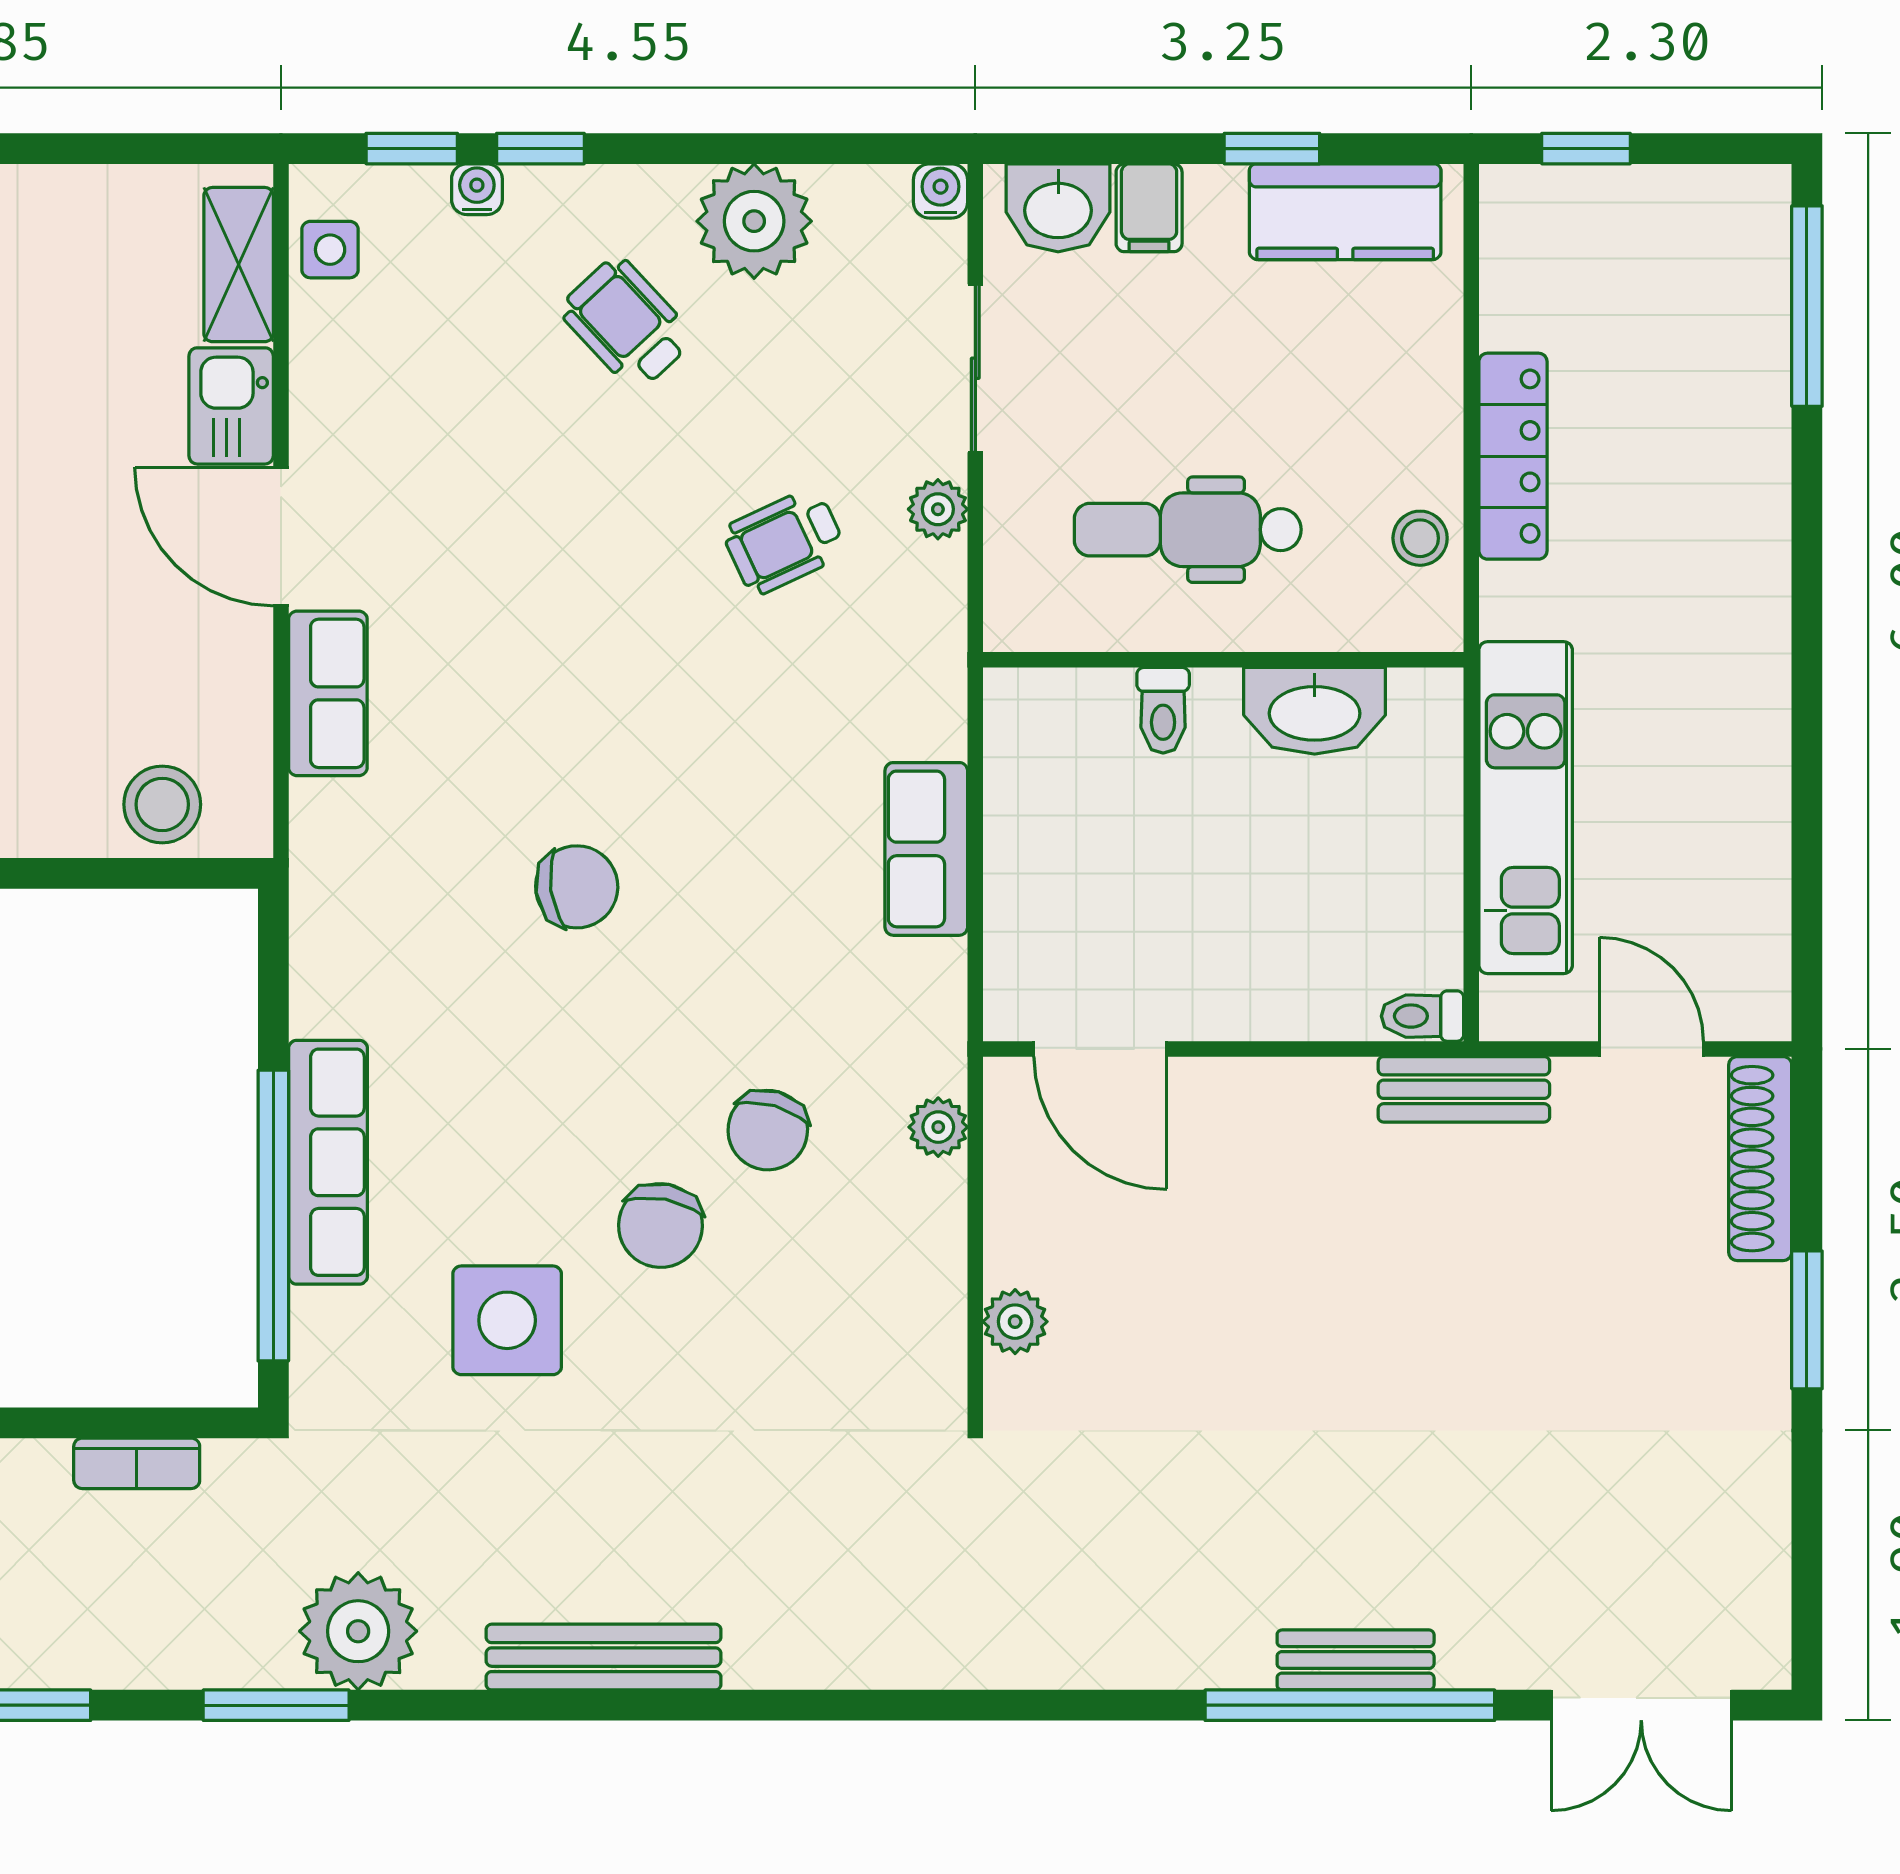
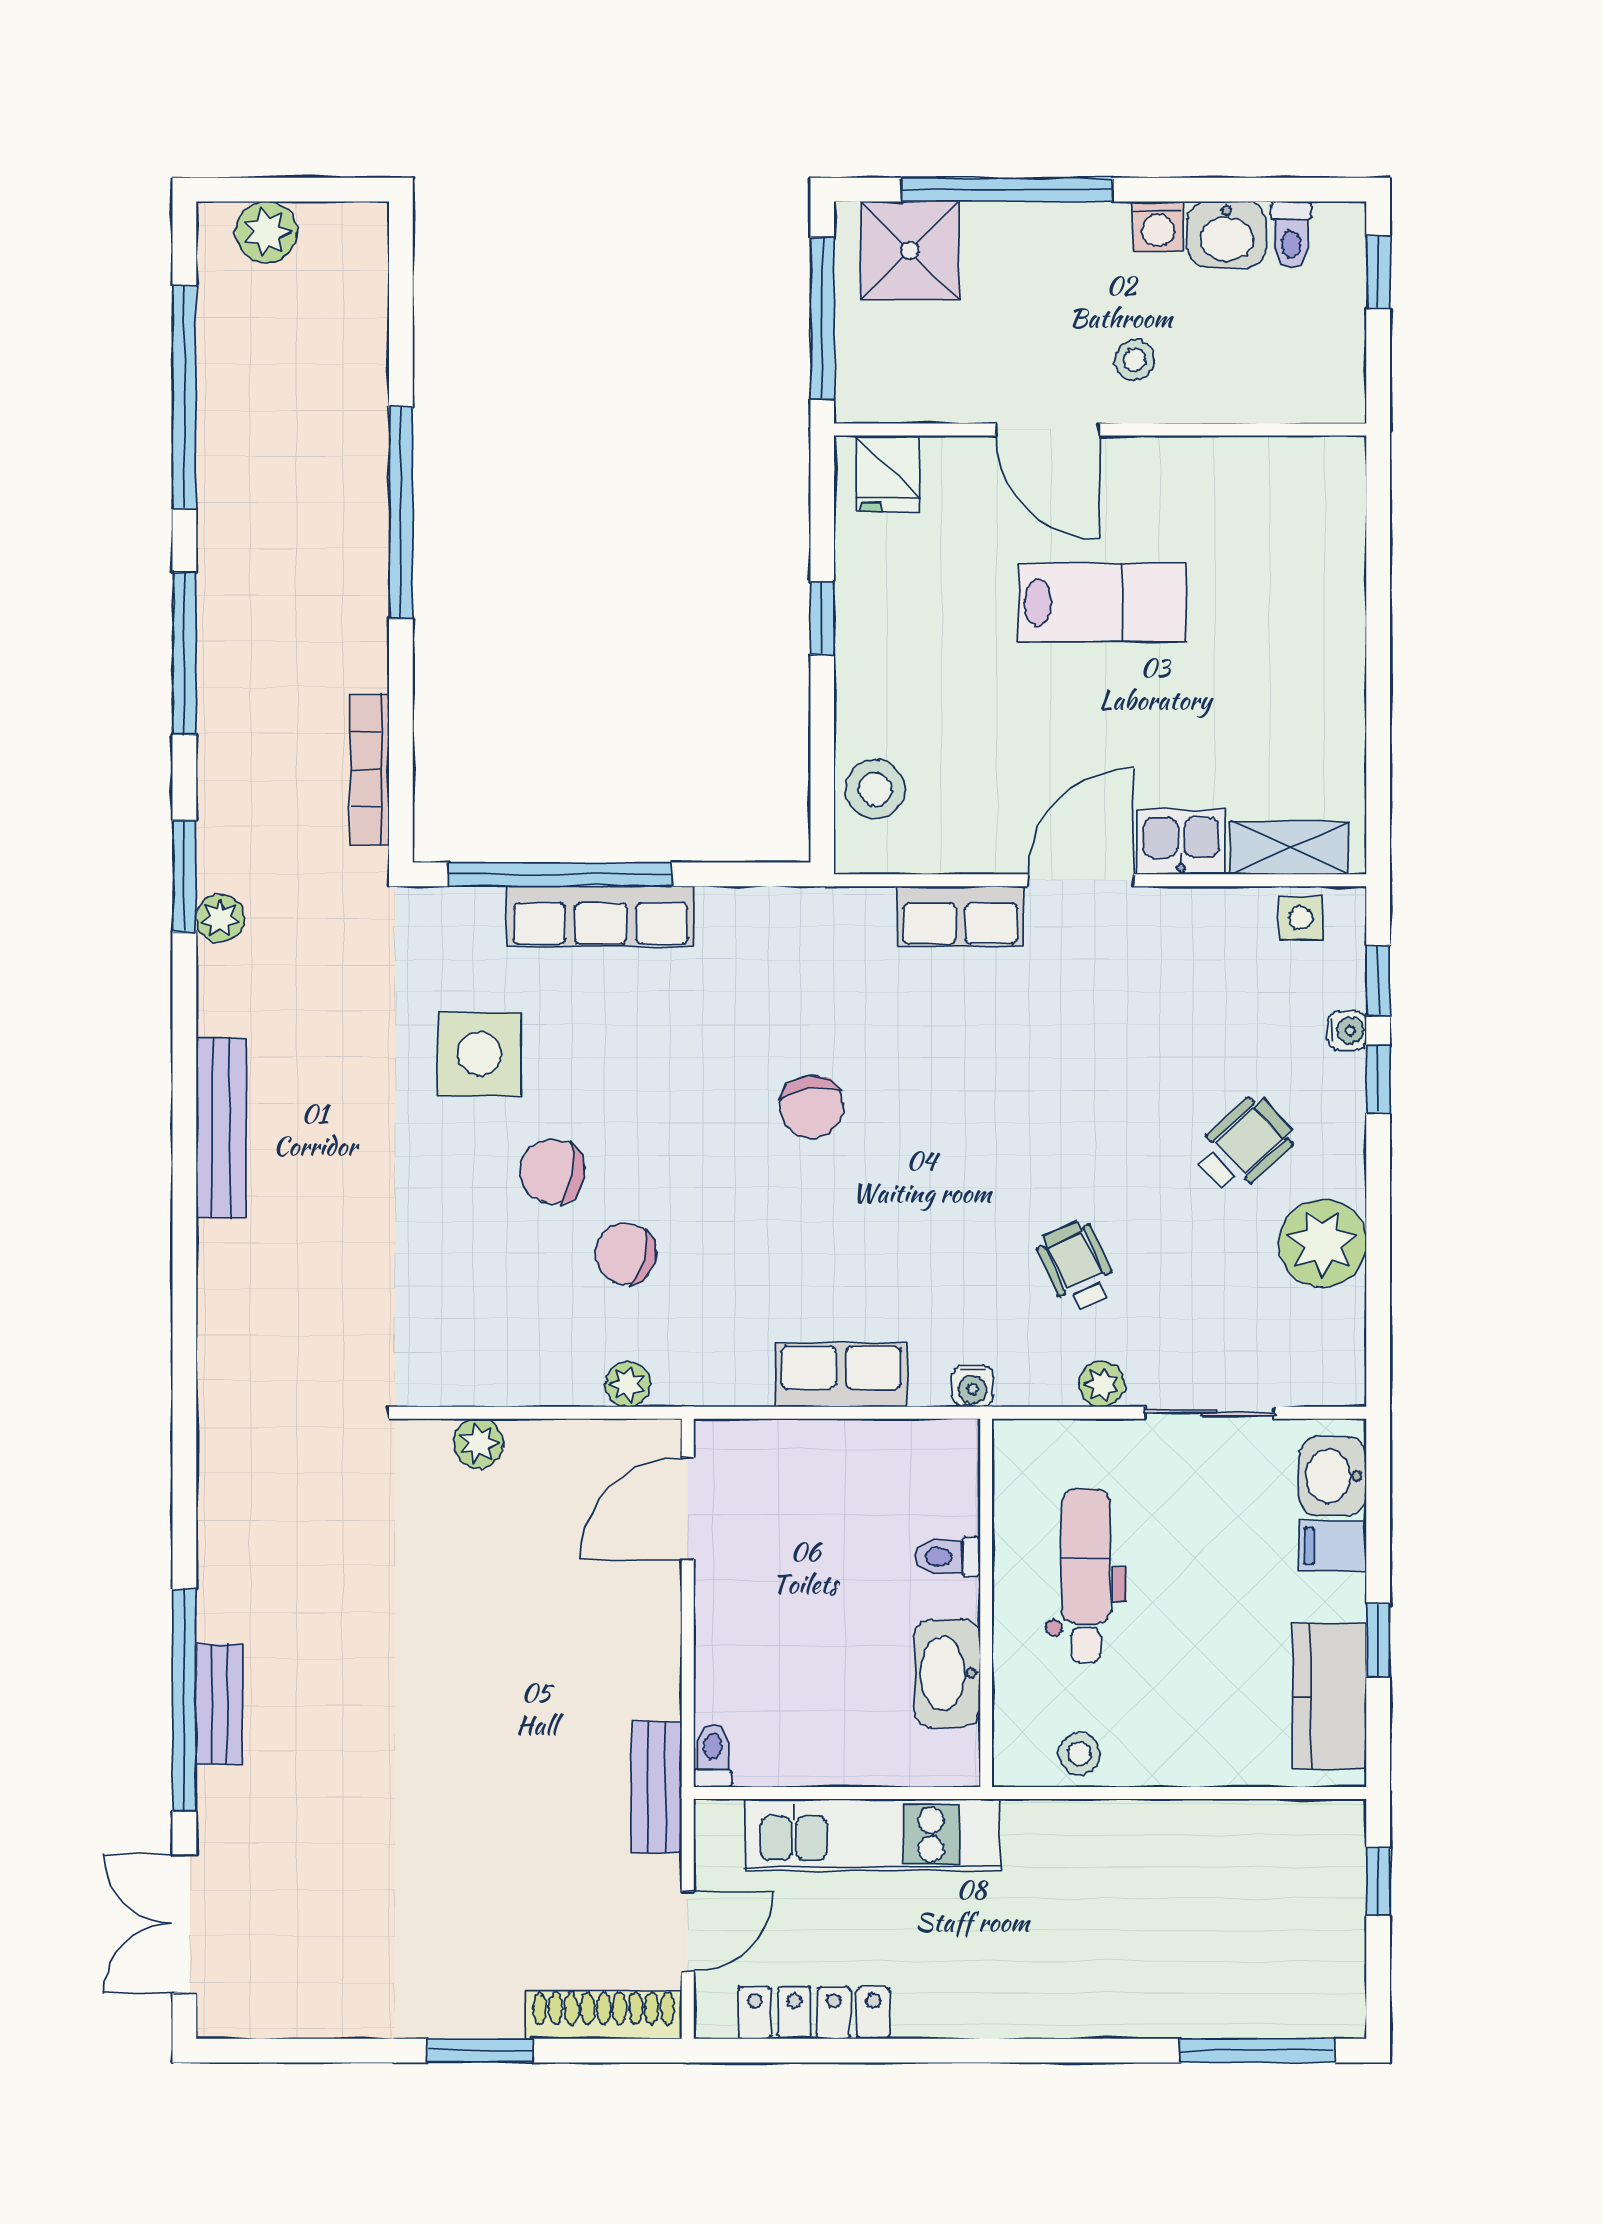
water cooler: (941, 191) -> (973, 1386), moved, turned 90
locker: (1513, 456) -> (814, 2013), moved, turned 180
bookcase: (137, 1463) -> (370, 770), width x1.56
plant: (358, 1631) -> (220, 918), width x0.53, depth x0.53

